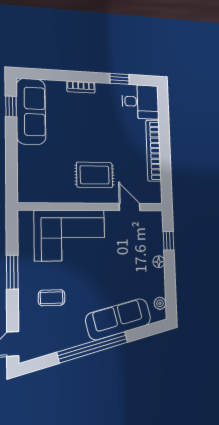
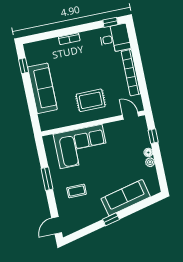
window: (120, 79) -> (110, 22), moved
sofa: (31, 111) -> (42, 88), moved
door: (130, 207) -> (131, 116), moved
plant: (160, 303) -> (150, 162), moved
window: (93, 347) -> (111, 219), width x0.32

